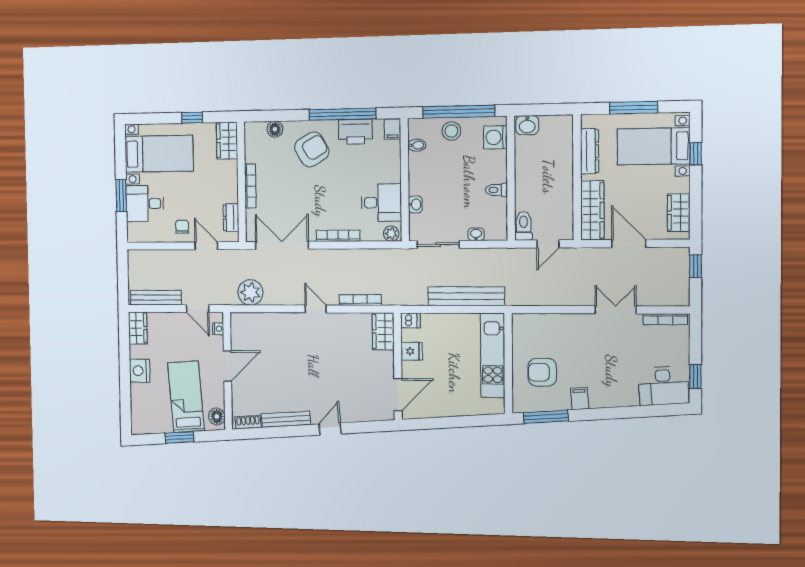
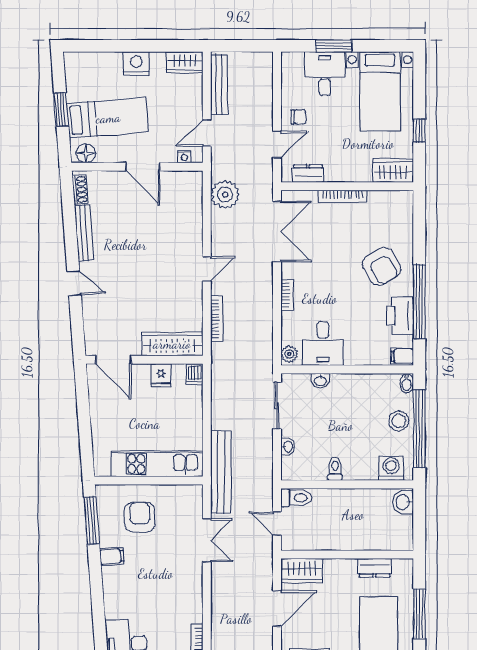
floor lamp: (275, 129) -> (405, 225), removed
bidet: (417, 145) -> (407, 383), moved
dresser: (590, 151) -> (375, 568), width x0.70
wardrobe: (592, 210) -> (302, 571), width x0.67
bookcase: (338, 236) -> (287, 295), width x0.64
bench: (466, 296) -> (221, 472), moved
double door: (616, 310) -> (207, 540), moved
wardrobe: (383, 331) -> (172, 344), width x1.50

